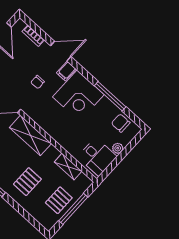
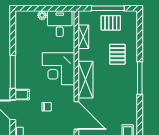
corner desk: (78, 96) -> (58, 69), moved, turned 180
window: (110, 96) -> (13, 72), moved
chair: (121, 123) -> (24, 28), removed
pallet: (27, 182) -> (117, 54), turned 90

